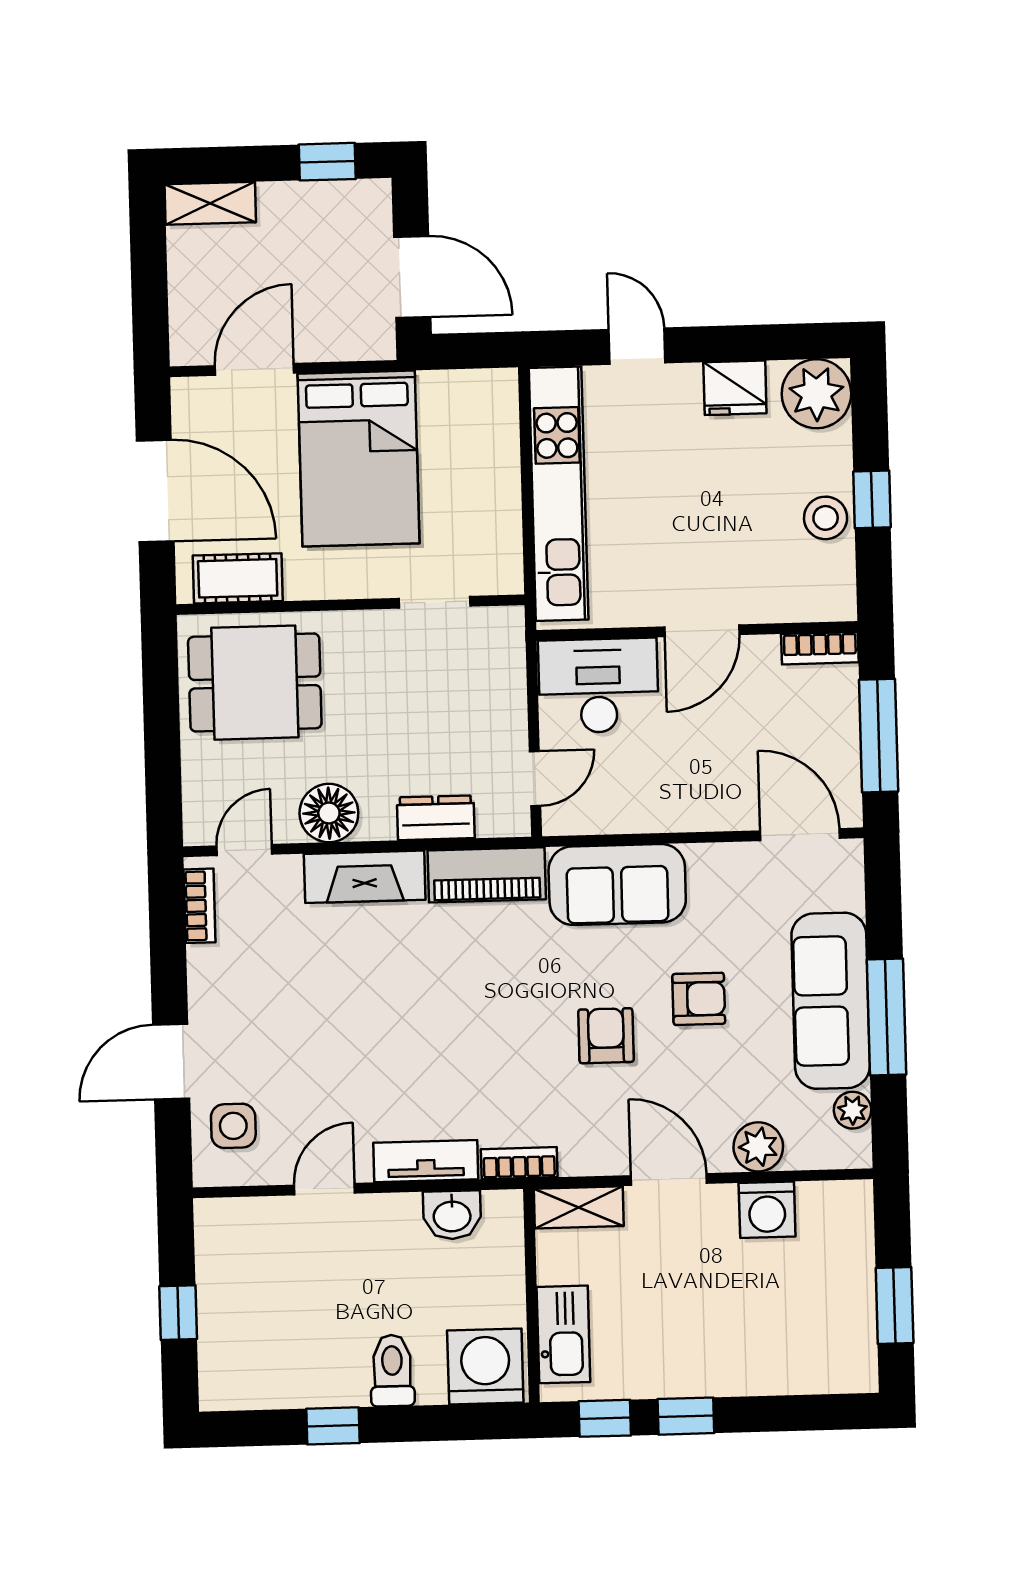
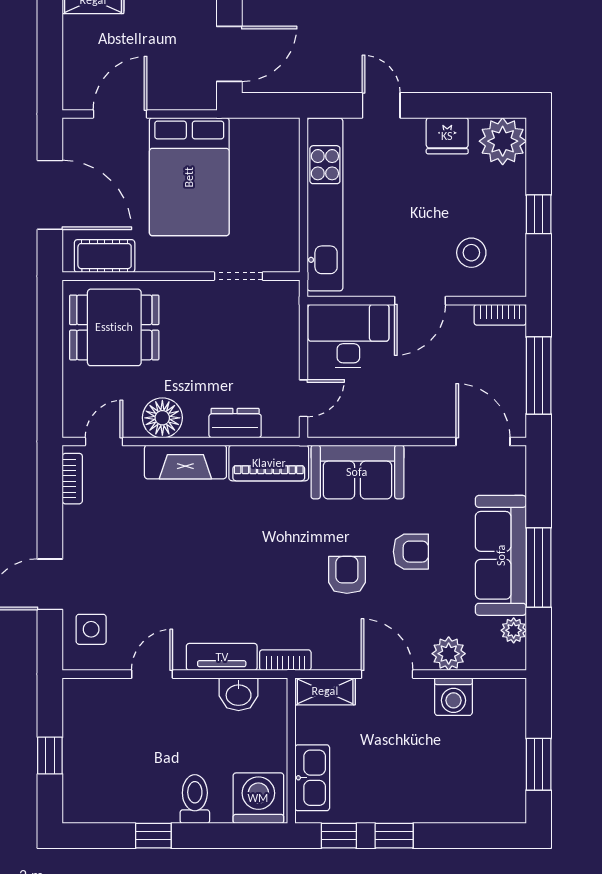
door: (412, 277) -> (229, 54), hinge flipped
stool: (826, 518) -> (471, 253), moved

